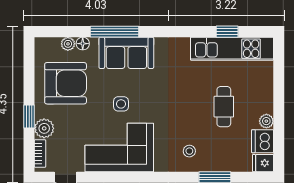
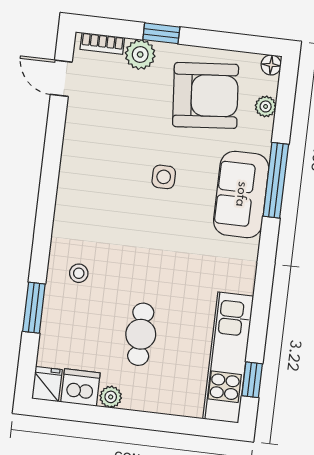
window: (227, 32) -> (252, 380), moved
floor lamp: (83, 44) -> (271, 65), moved
armchair: (66, 83) -> (206, 95), turned -95
cafe table: (224, 107) -> (141, 334), turned 90
corner sofa: (119, 147) -> (97, 166), removed

